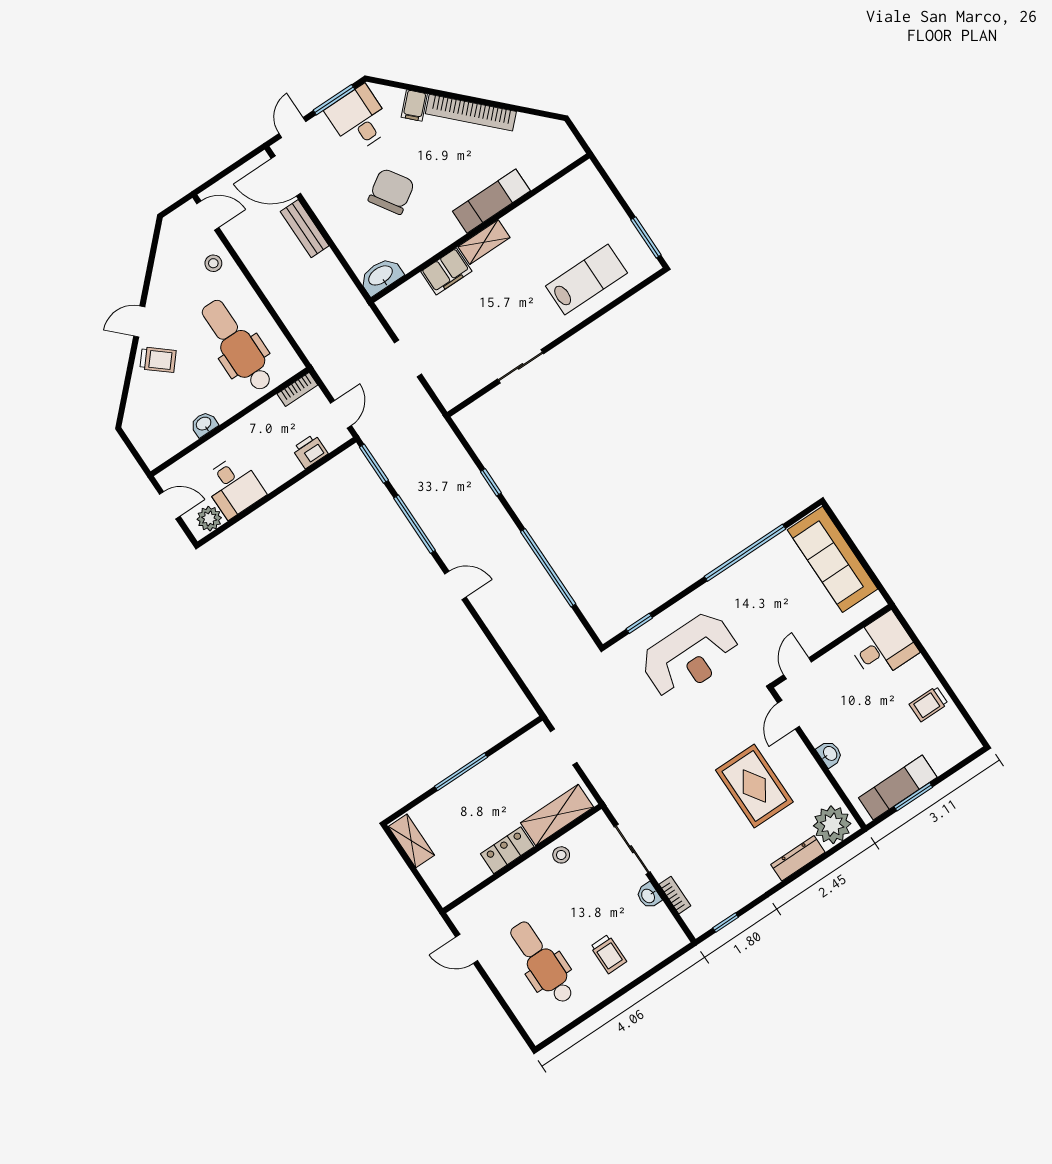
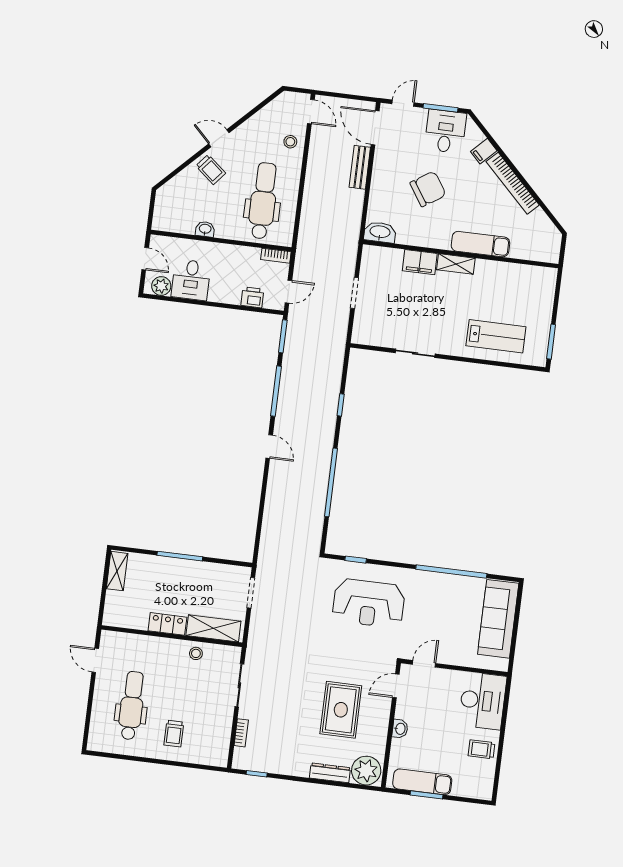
desk: (882, 646) -> (483, 701), width x1.37
washbasin: (649, 896) -> (226, 720), removed

